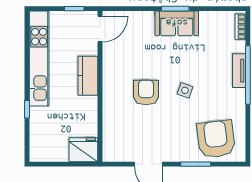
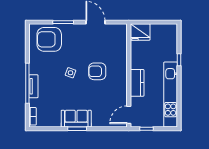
armchair: (146, 92) -> (97, 71), turned 90
armchair: (216, 139) -> (49, 39), turned 97

